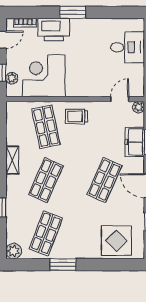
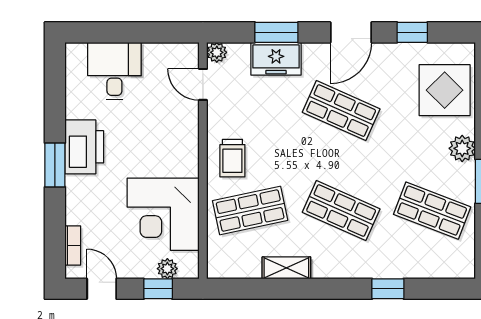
printer: (54, 30) -> (84, 147), moved
shelving: (12, 160) -> (286, 268), moved
plant: (14, 251) -> (462, 148), moved

